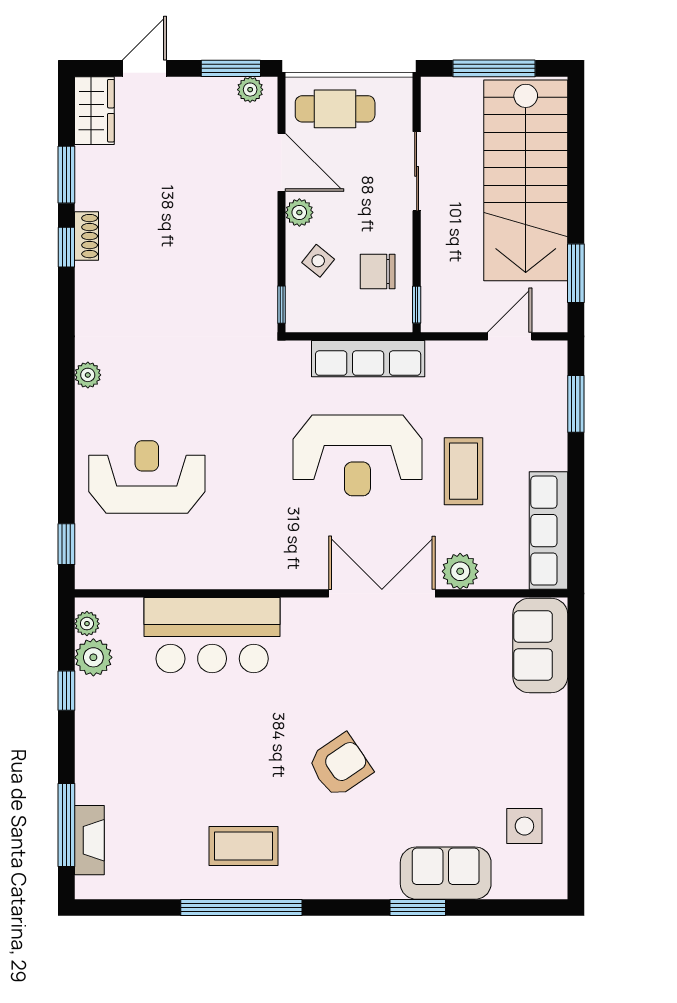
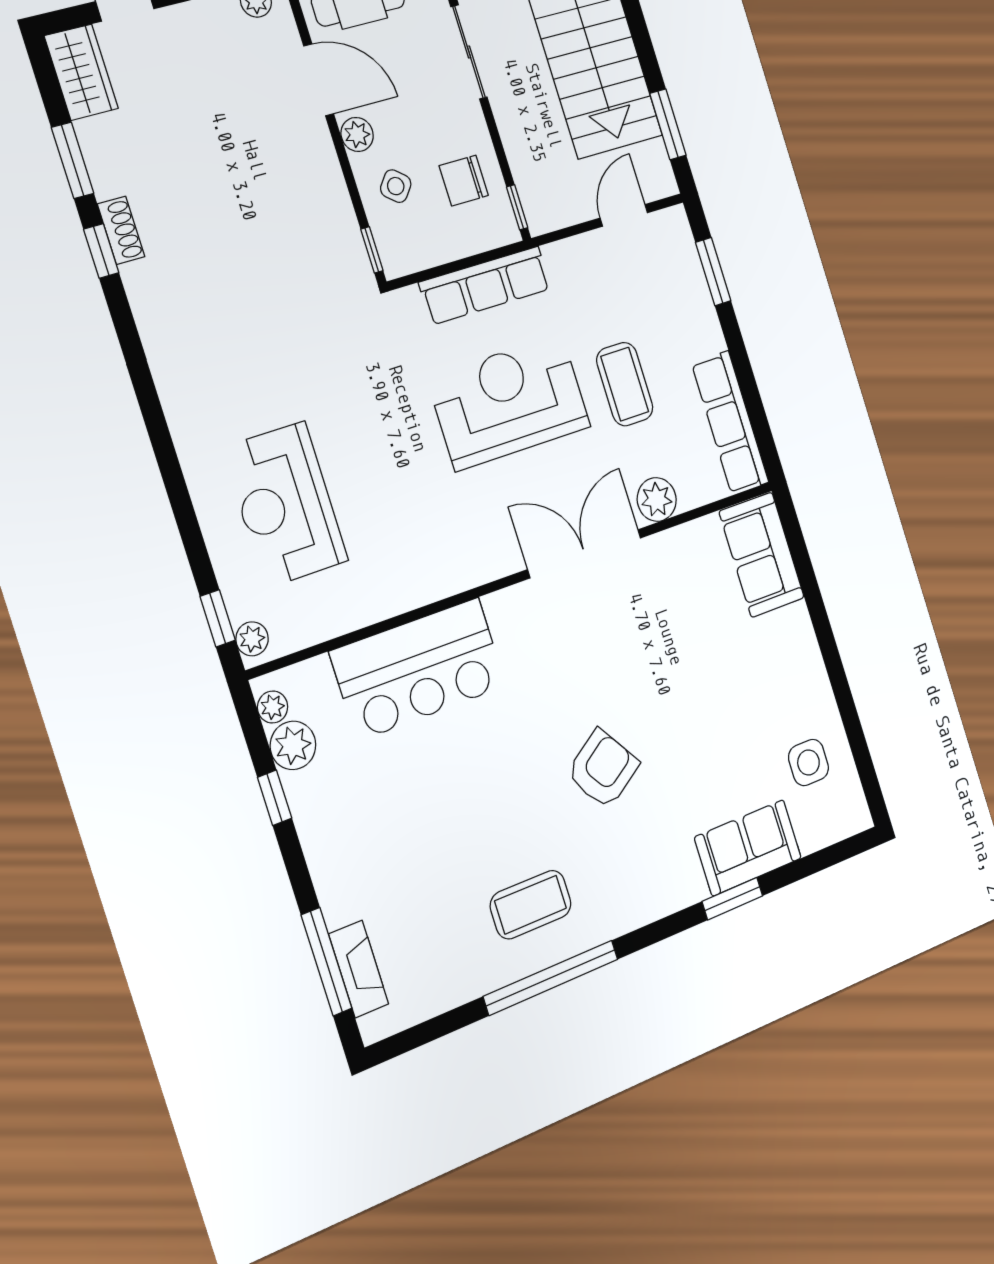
plant: (88, 375) -> (252, 639), moved
reception desk: (357, 455) -> (509, 402), turned 180
reception desk: (147, 477) -> (285, 504), turned -90

